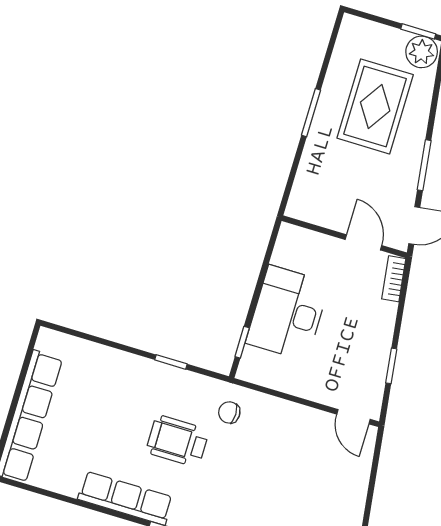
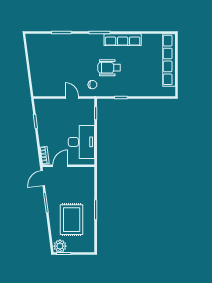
door: (363, 242) -> (60, 166), swing flipped
desk: (288, 313) -> (81, 142), moved
door: (353, 417) -> (72, 97), moved
wheelchair: (177, 441) -> (109, 68), turned 180

